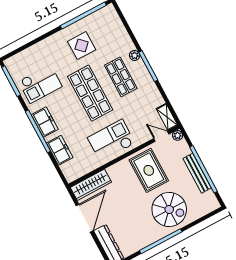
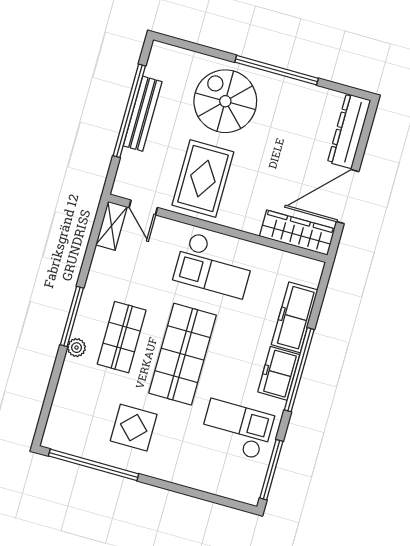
plant: (178, 135) -> (121, 188), removed
freezer: (60, 150) -> (295, 317), width x1.40

